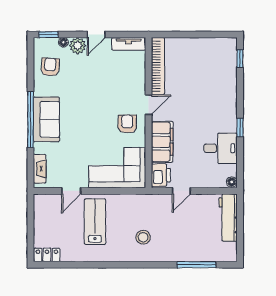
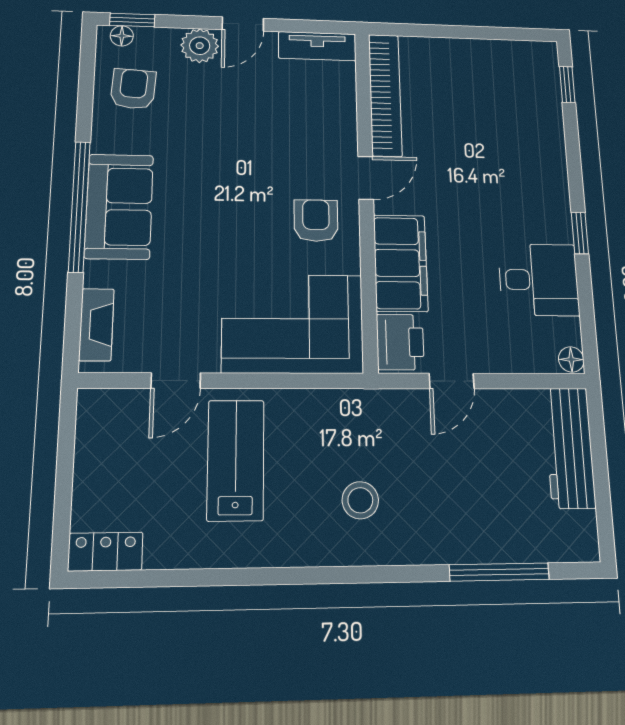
floor lamp: (63, 42) -> (122, 36), moved

